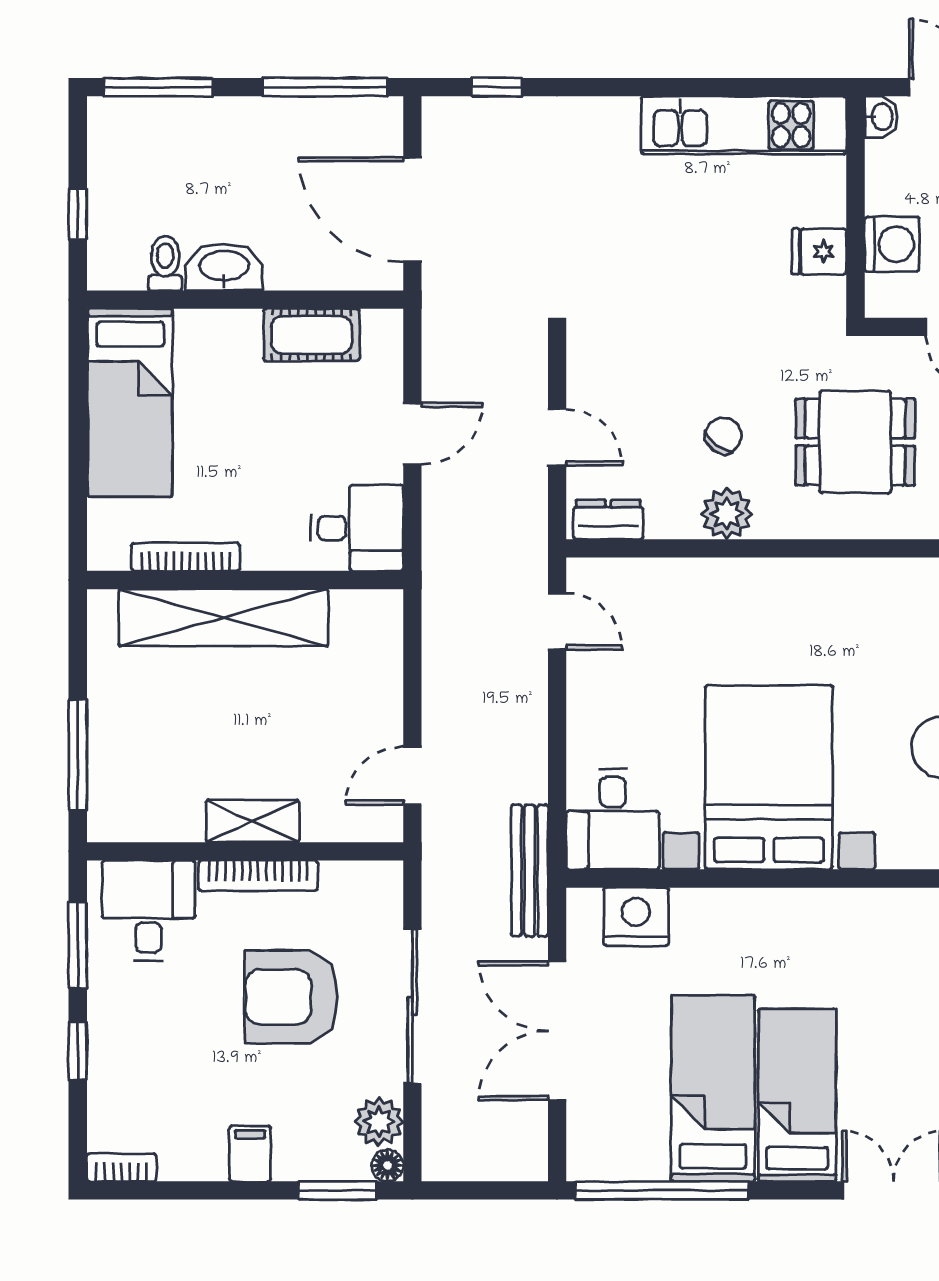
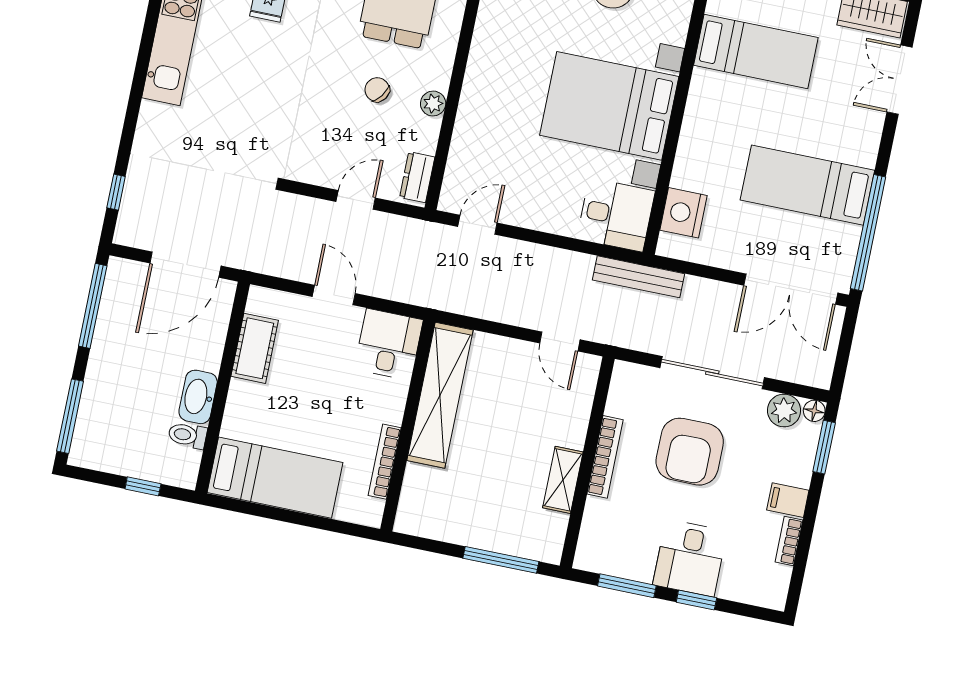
plant: (727, 514) -> (433, 104), width x0.73, depth x0.73
shelving: (223, 618) -> (440, 395), moved
shelving: (253, 821) -> (563, 480), moved
desk: (149, 910) -> (690, 558), moved, turned -90
double door: (557, 1031) -> (791, 289), moved
bed: (797, 1095) -> (756, 51), moved, turned 180
bookcase: (122, 1168) -> (789, 541), moved

